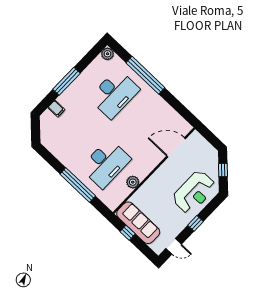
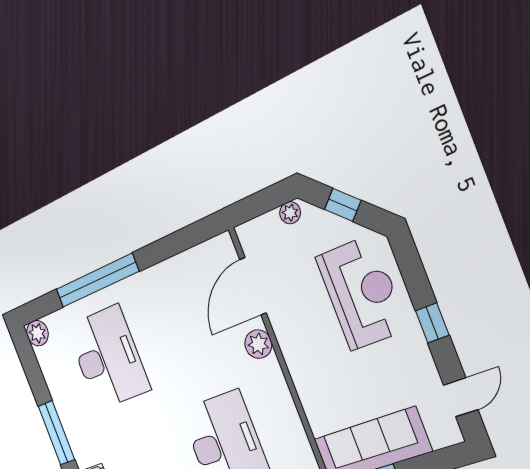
plant: (211, 151) -> (290, 213), added
plant: (133, 182) -> (258, 344), moved

